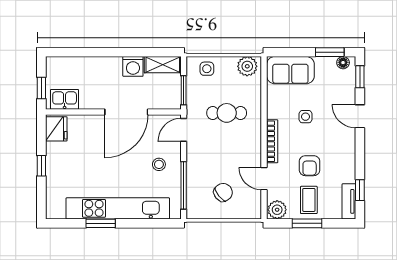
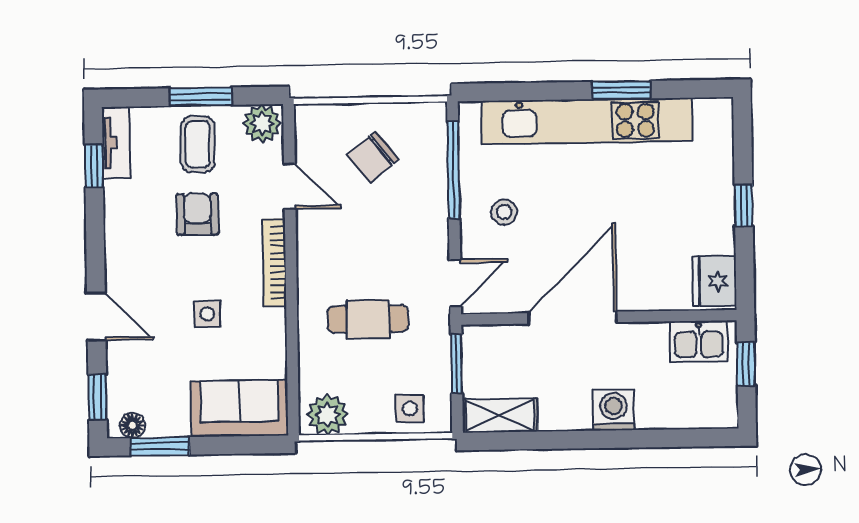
washing machine: (133, 66) -> (614, 410), moved

